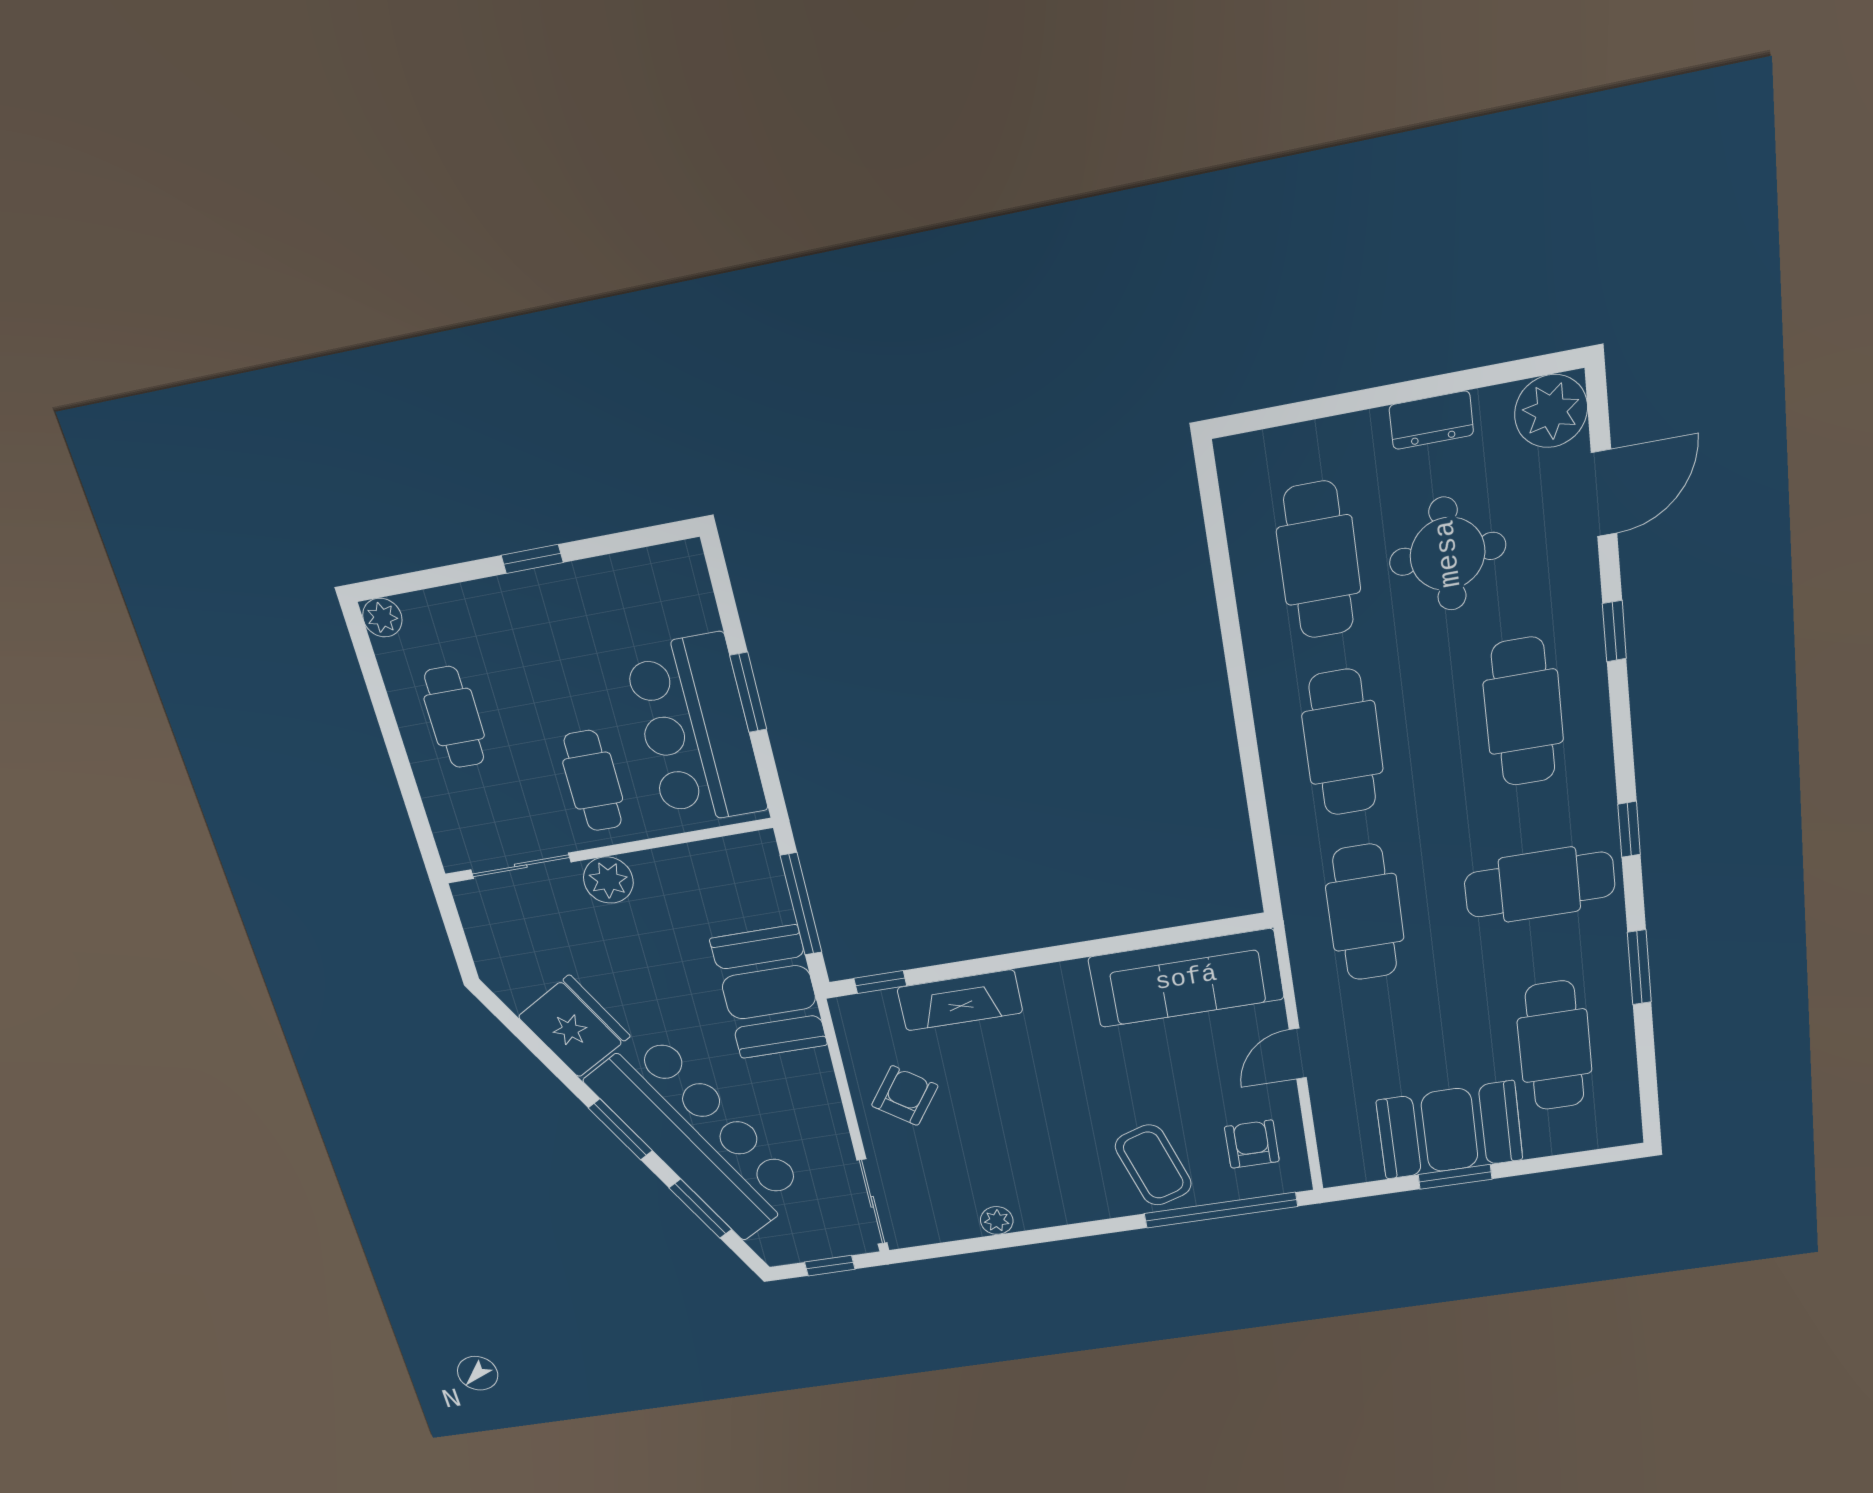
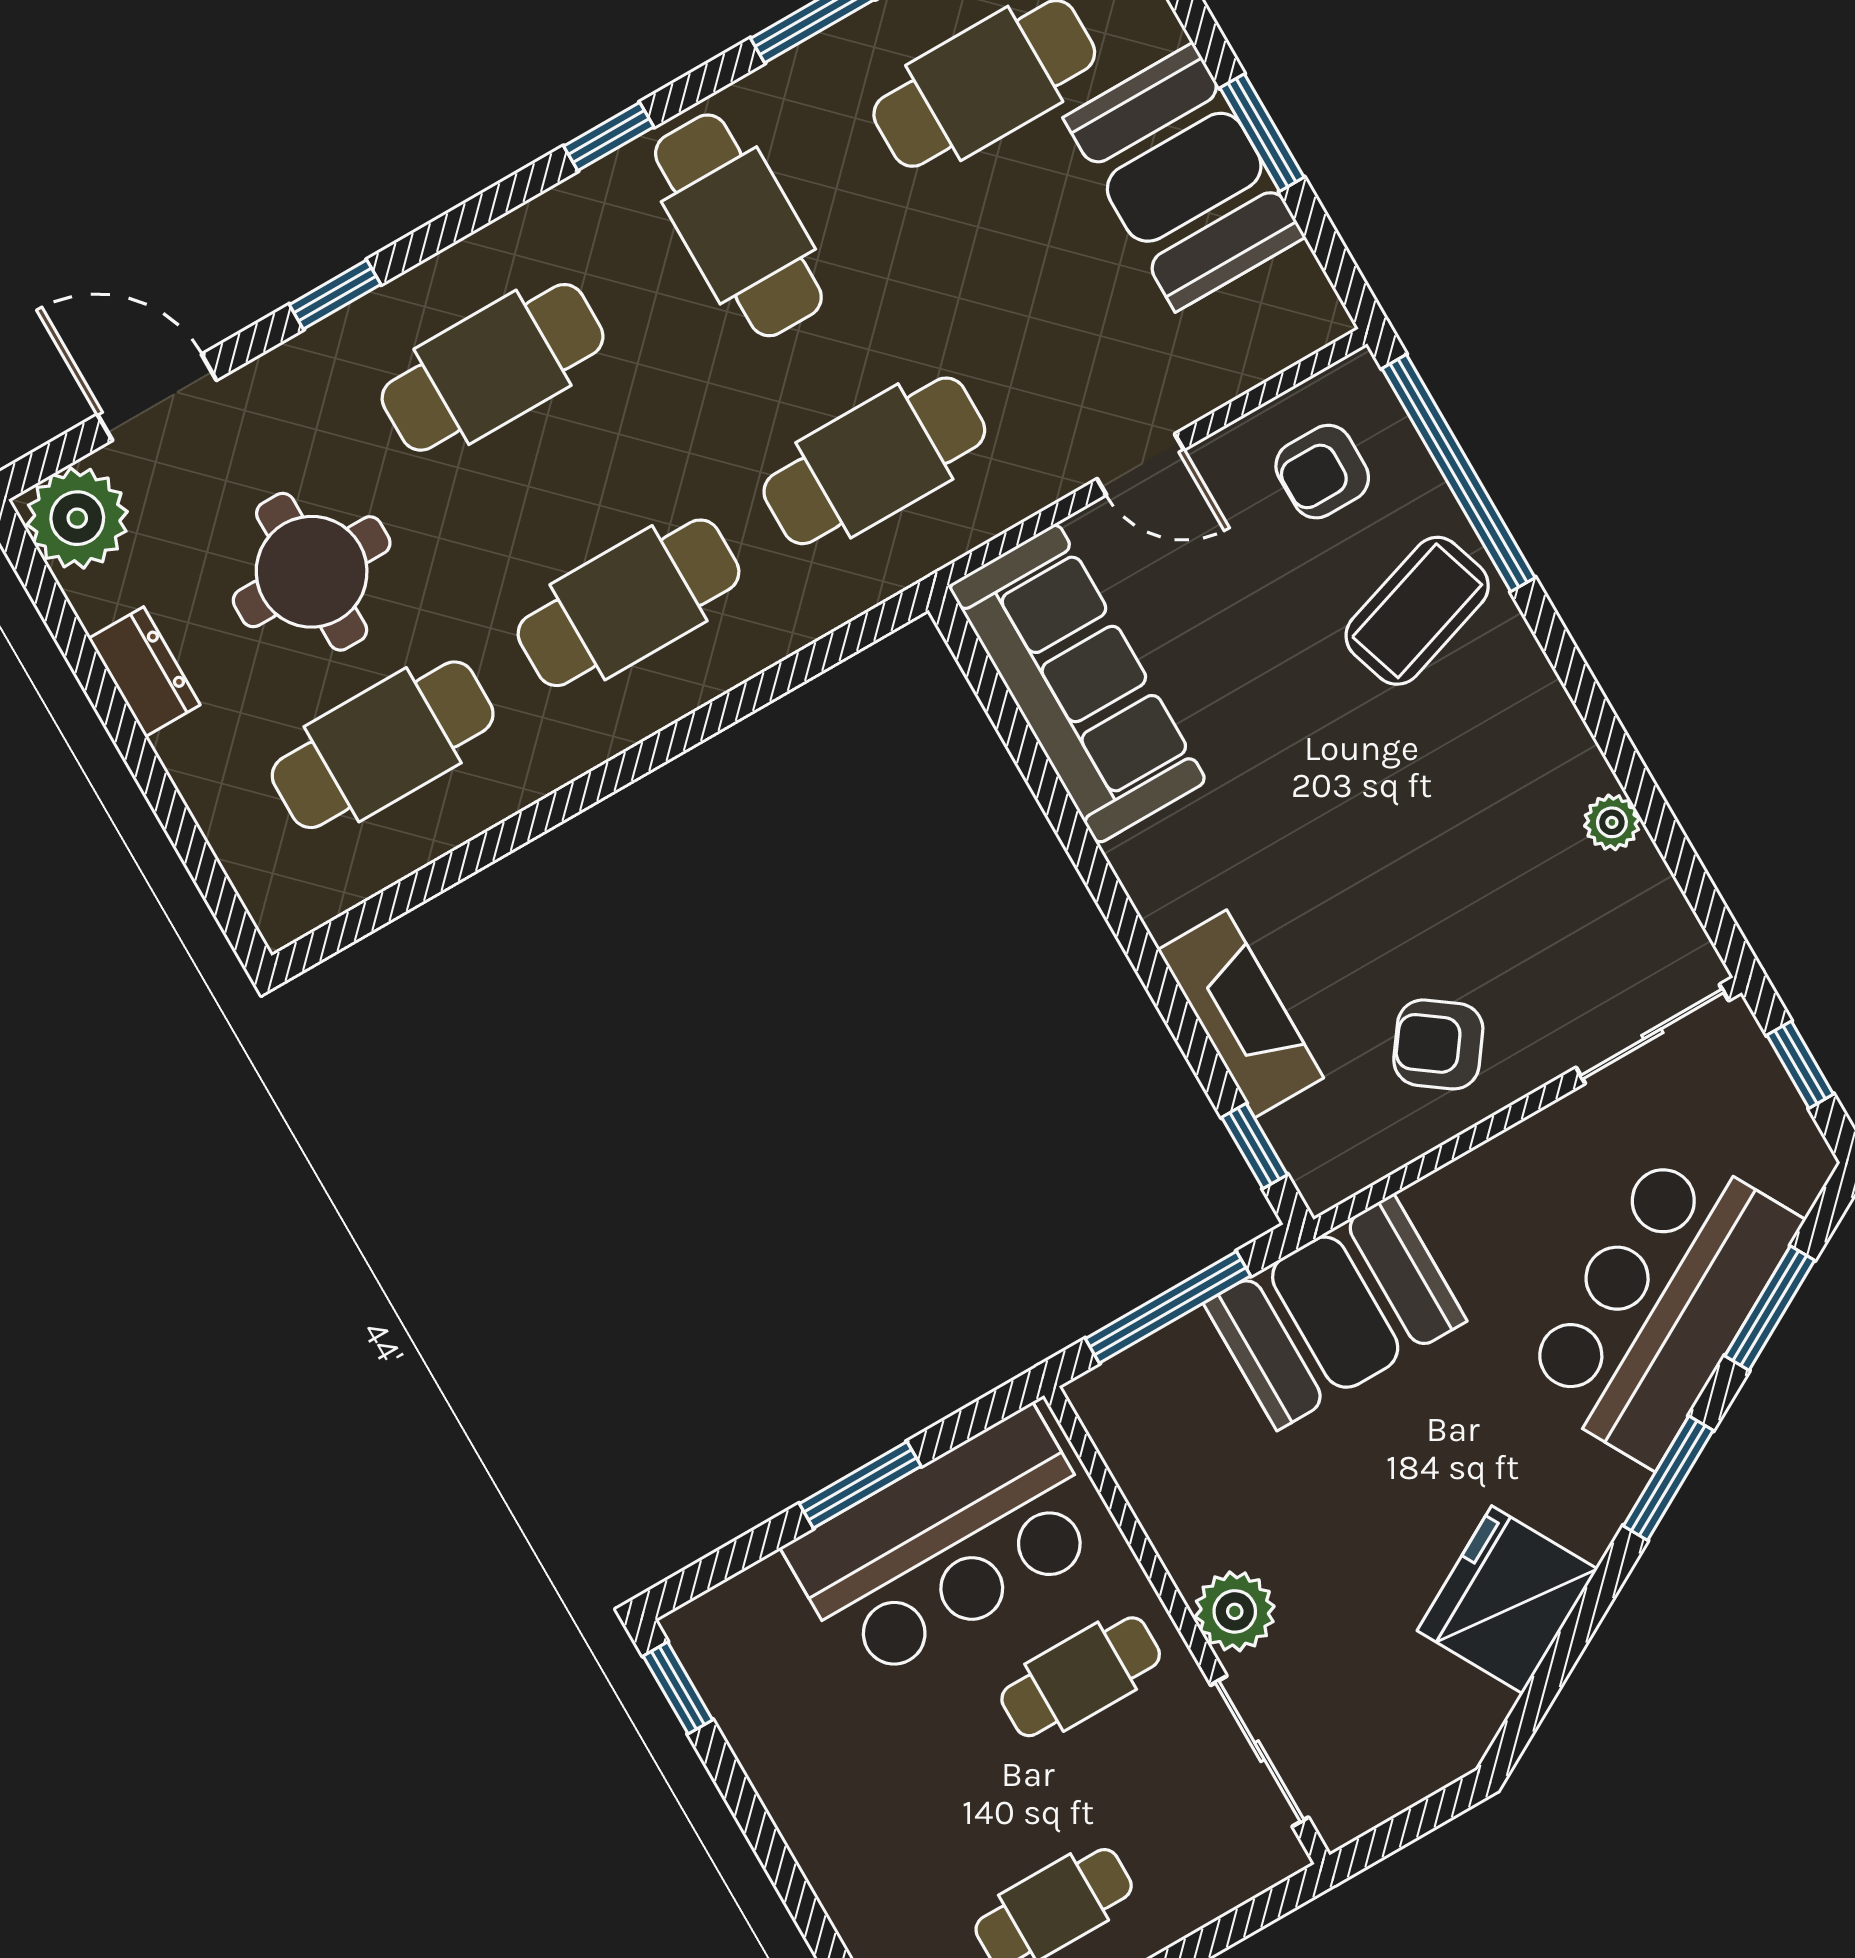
window: (532, 559) -> (678, 1688), moved
bar counter: (698, 1136) -> (1661, 1304), width x0.73

